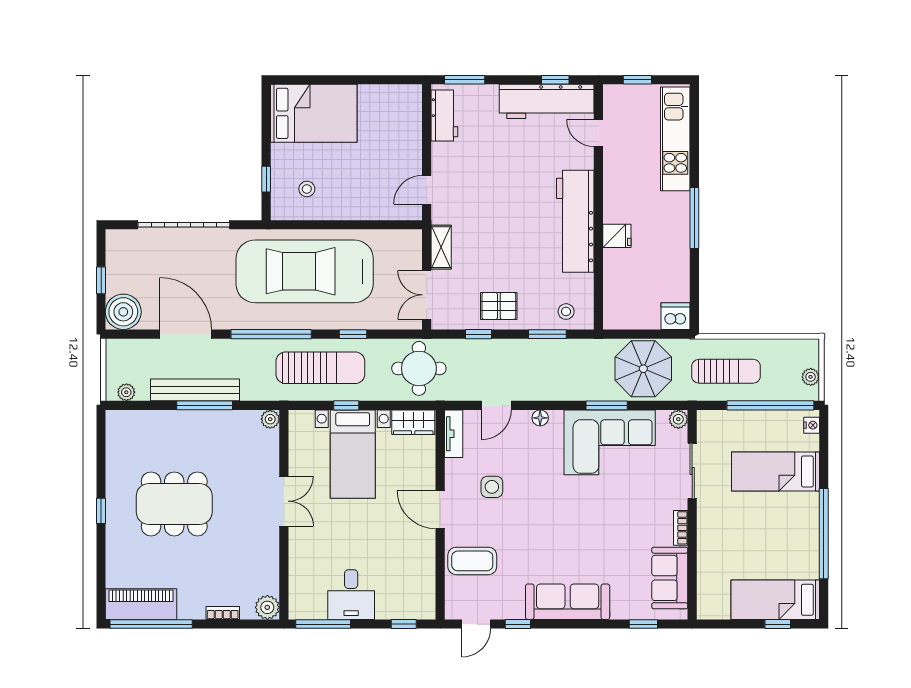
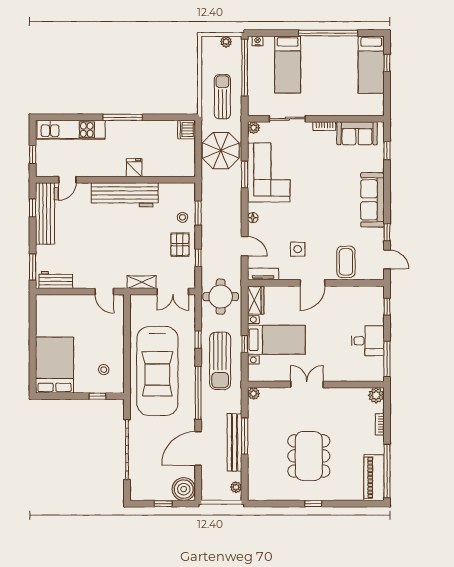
stool: (566, 312) -> (182, 217), moved
sun lounger: (320, 368) -> (220, 361), turned 180

